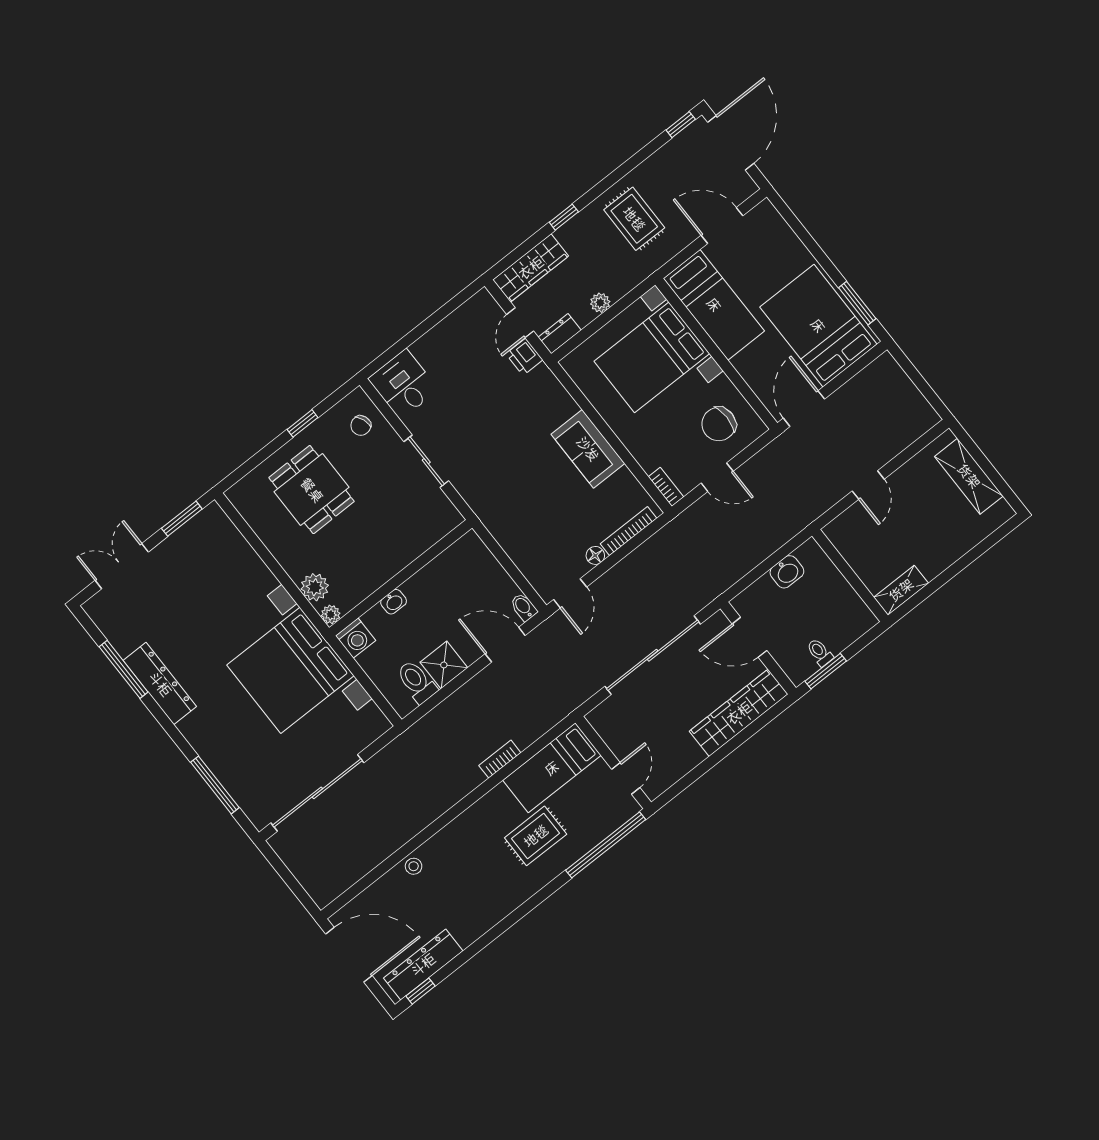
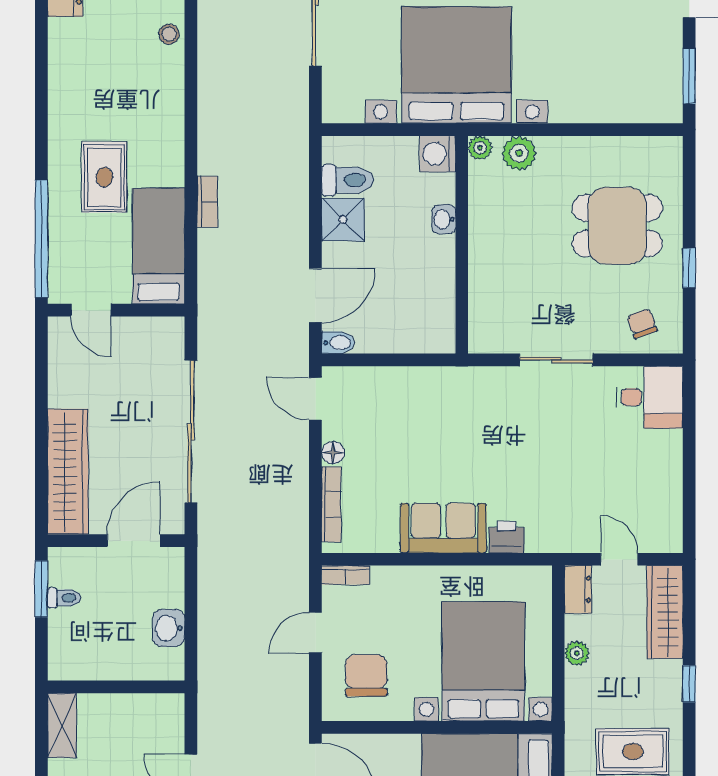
printer: (524, 357) -> (506, 537), moved

